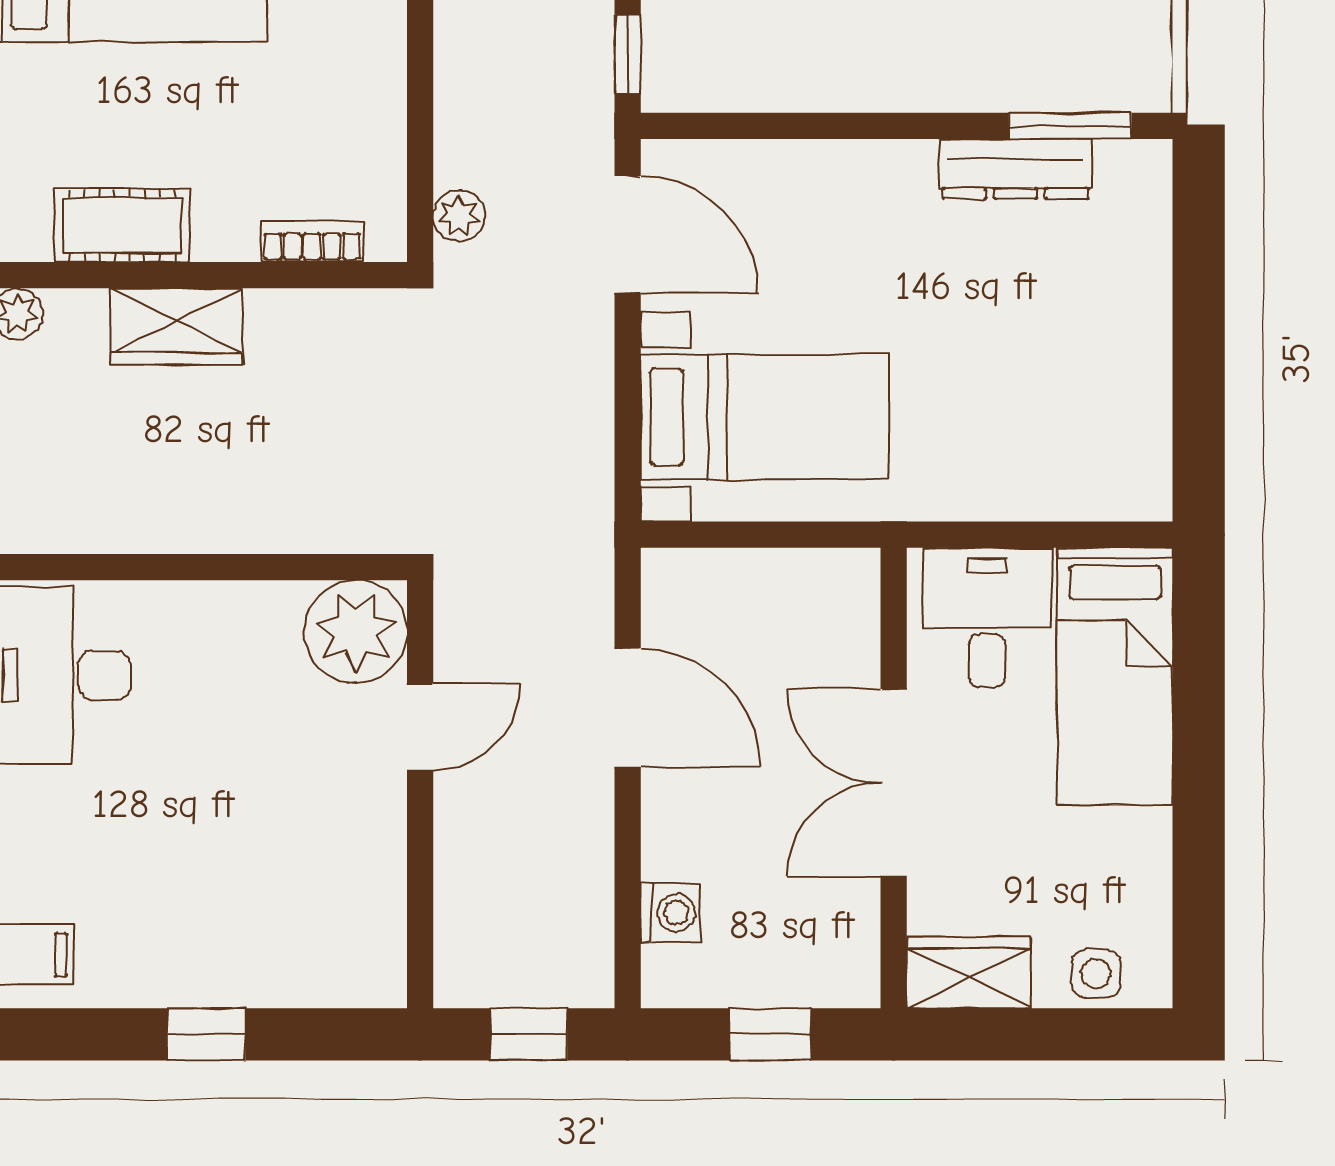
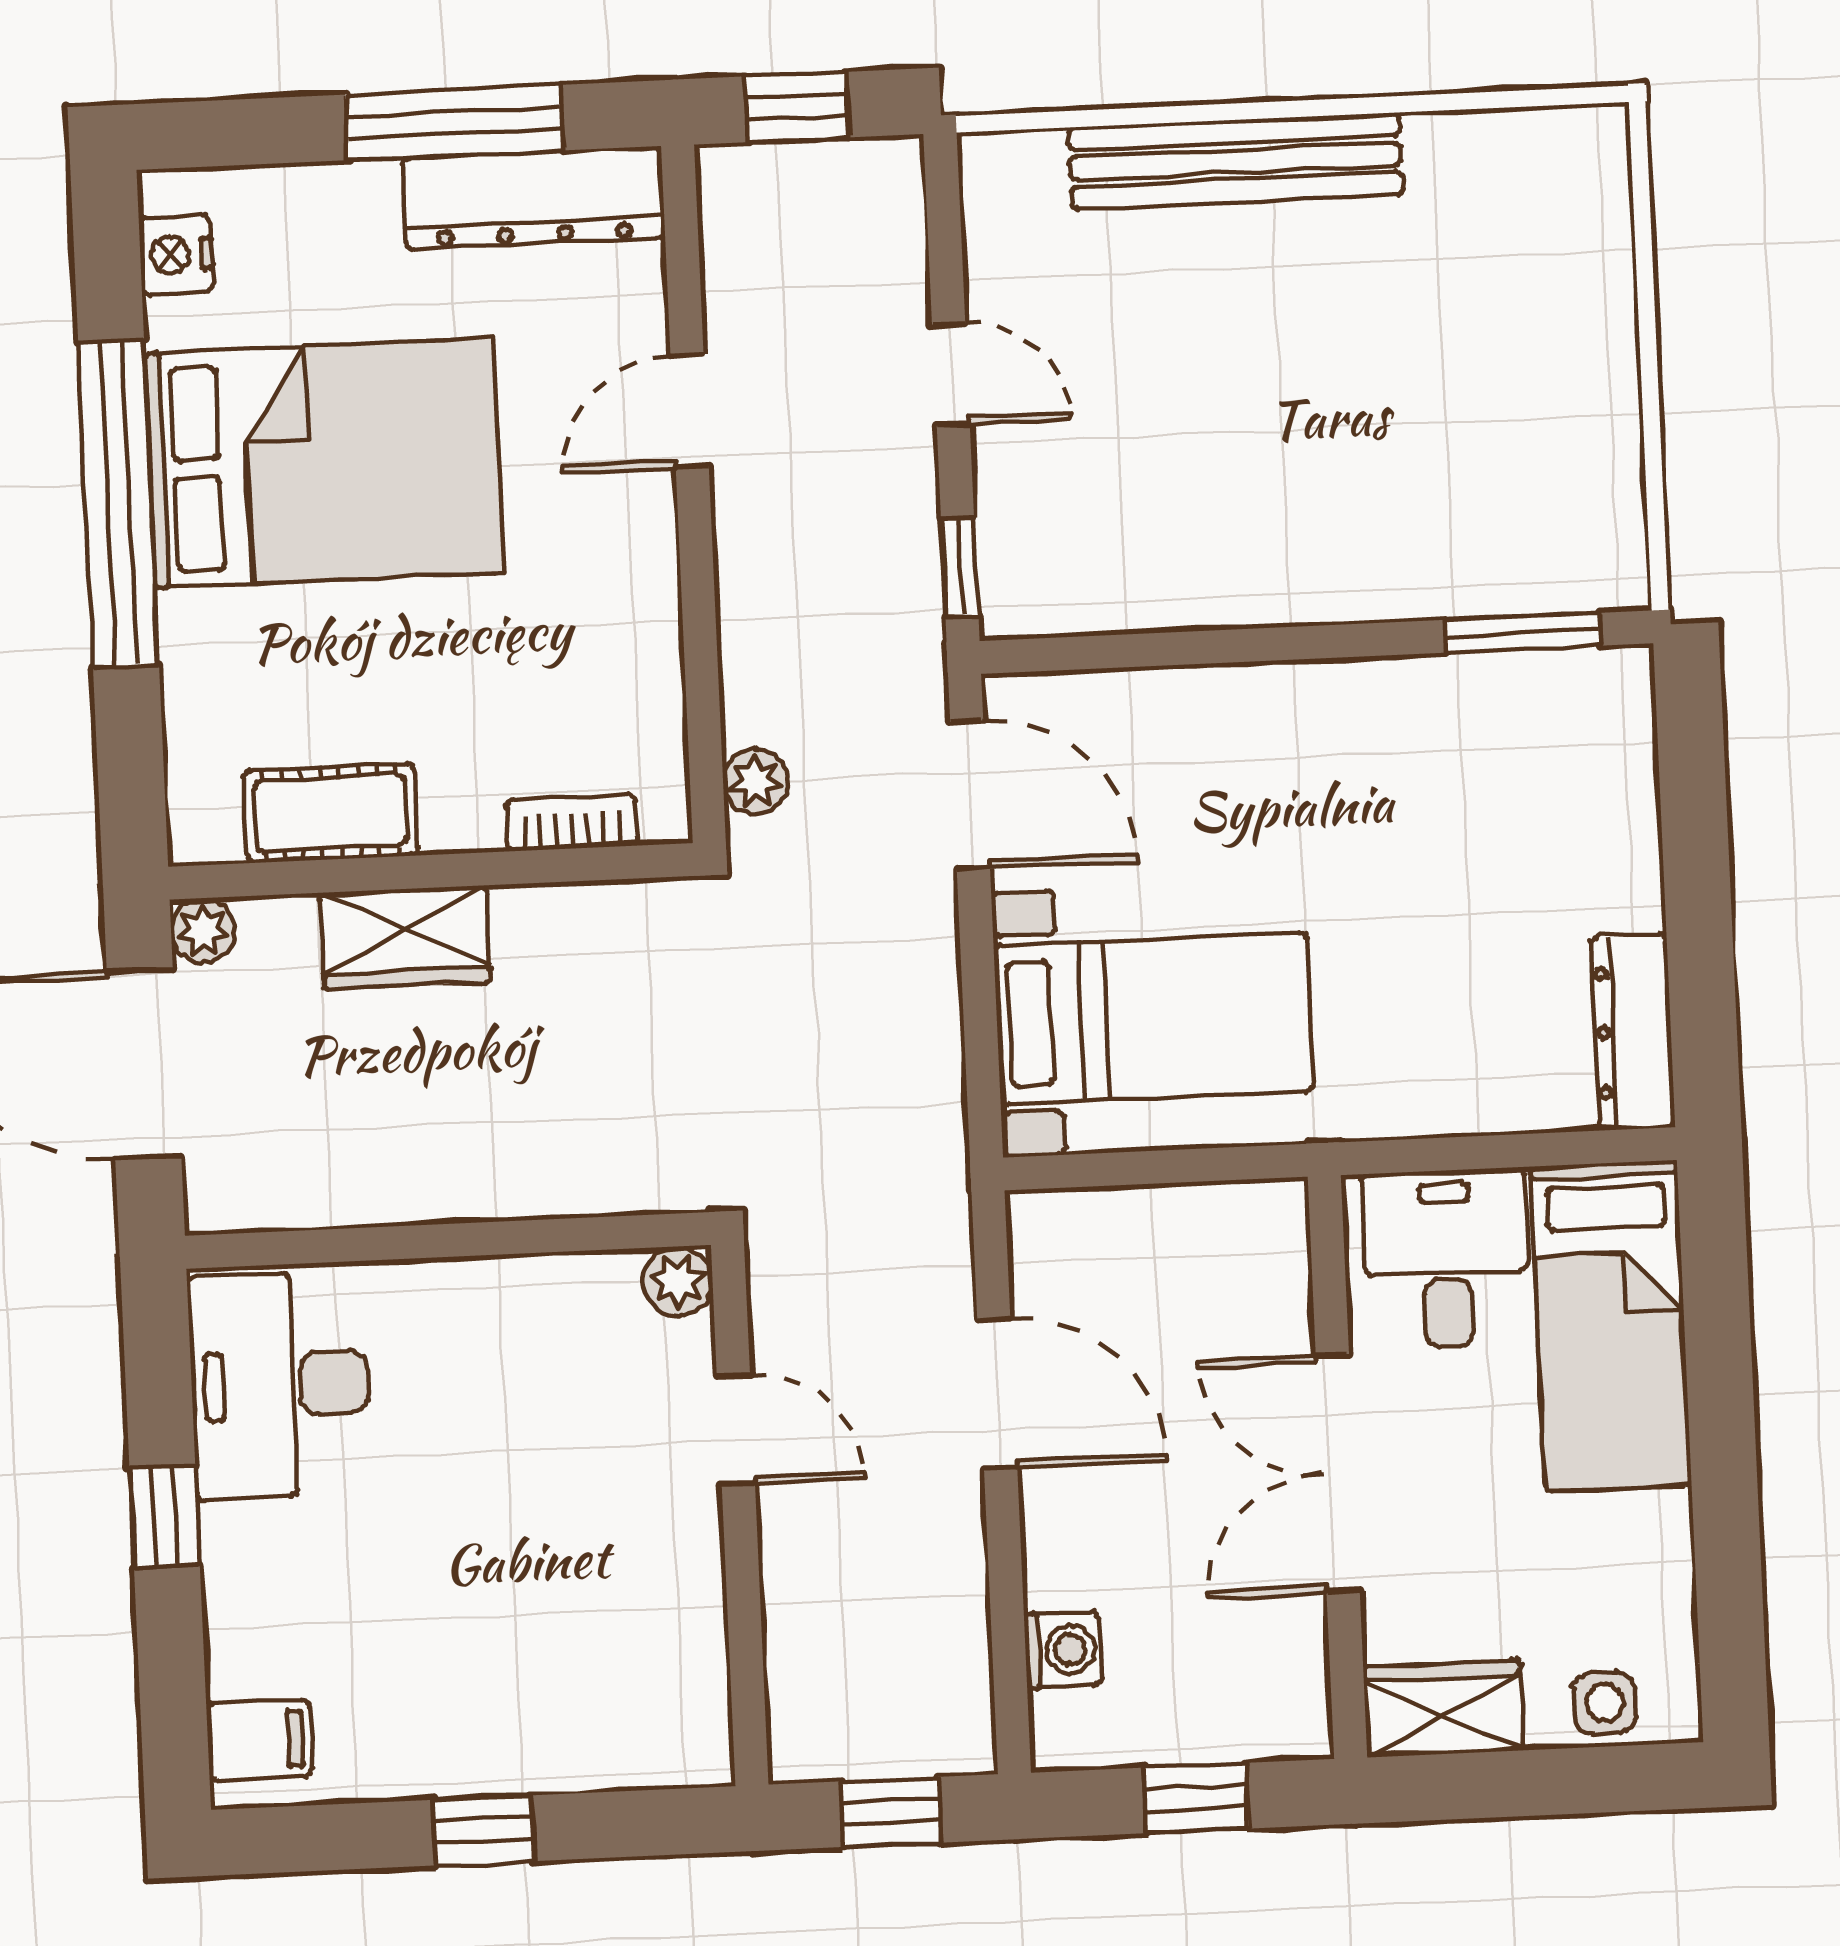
dresser: (1016, 169) -> (1633, 1032), moved, turned 90
plant: (356, 632) -> (678, 1281), width x0.53, depth x0.53
door: (420, 727) -> (736, 1430), hinge flipped

